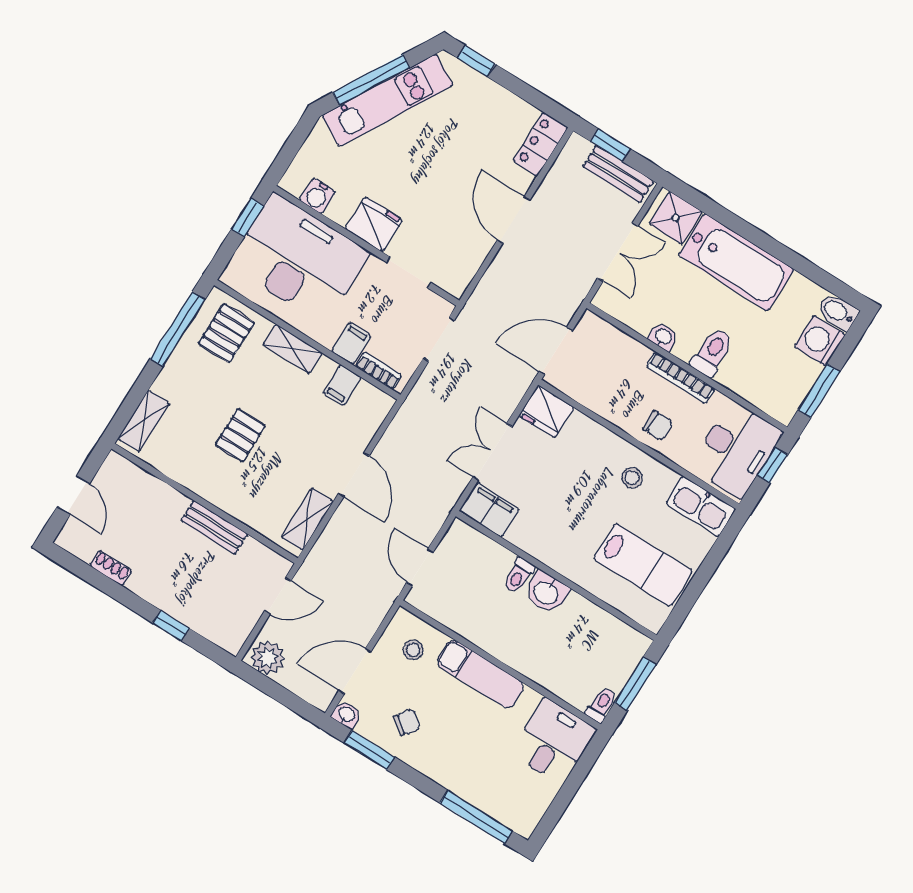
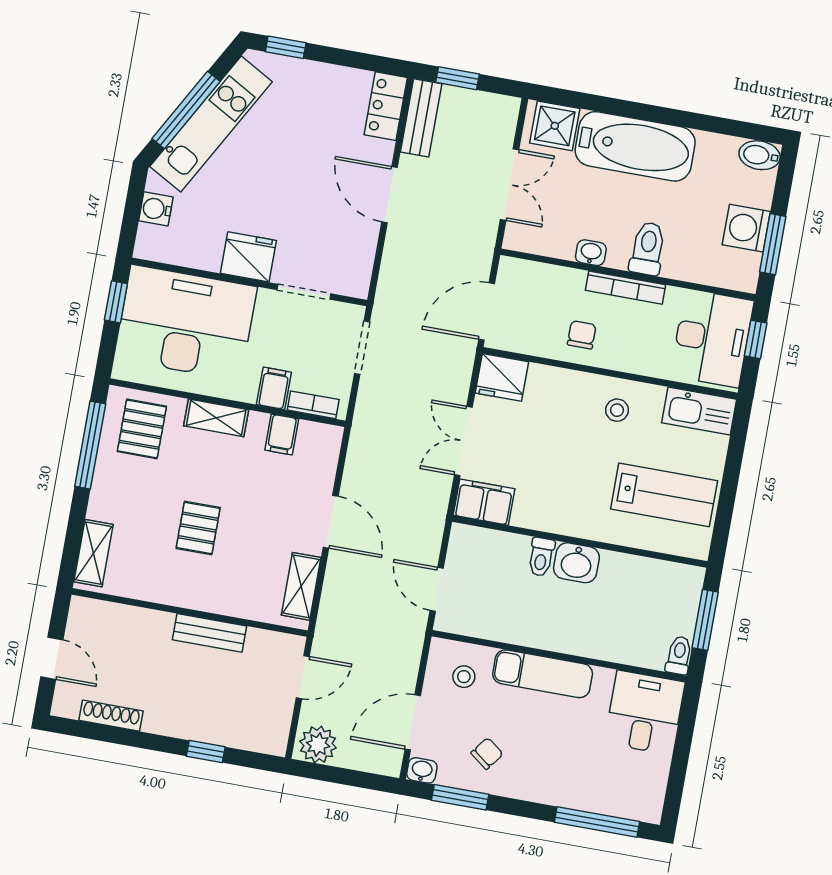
bench: (618, 174) -> (421, 118), moved, turned 90
water cooler: (317, 196) -> (156, 209), moved, turned 90
washing machine: (820, 341) -> (746, 228), moved
chair: (658, 426) -> (582, 335), moved, turned -90
shoe rack: (111, 568) -> (111, 716), width x1.43

